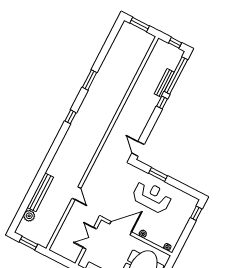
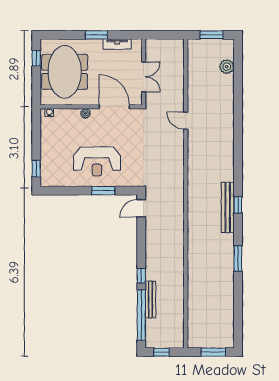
door: (138, 149) -> (141, 208), swing flipped
bench: (40, 192) -> (228, 207), moved
door: (121, 228) -> (114, 107), swing flipped

